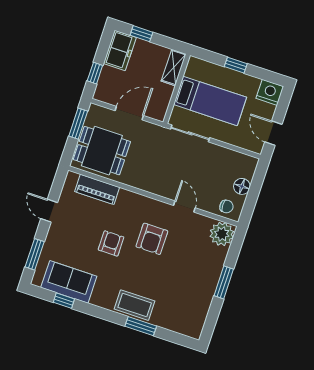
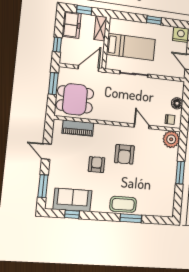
shelving: (174, 68) -> (100, 28), moved
wall: (177, 89) -> (106, 43), moved
bed: (210, 101) -> (131, 47), moved

